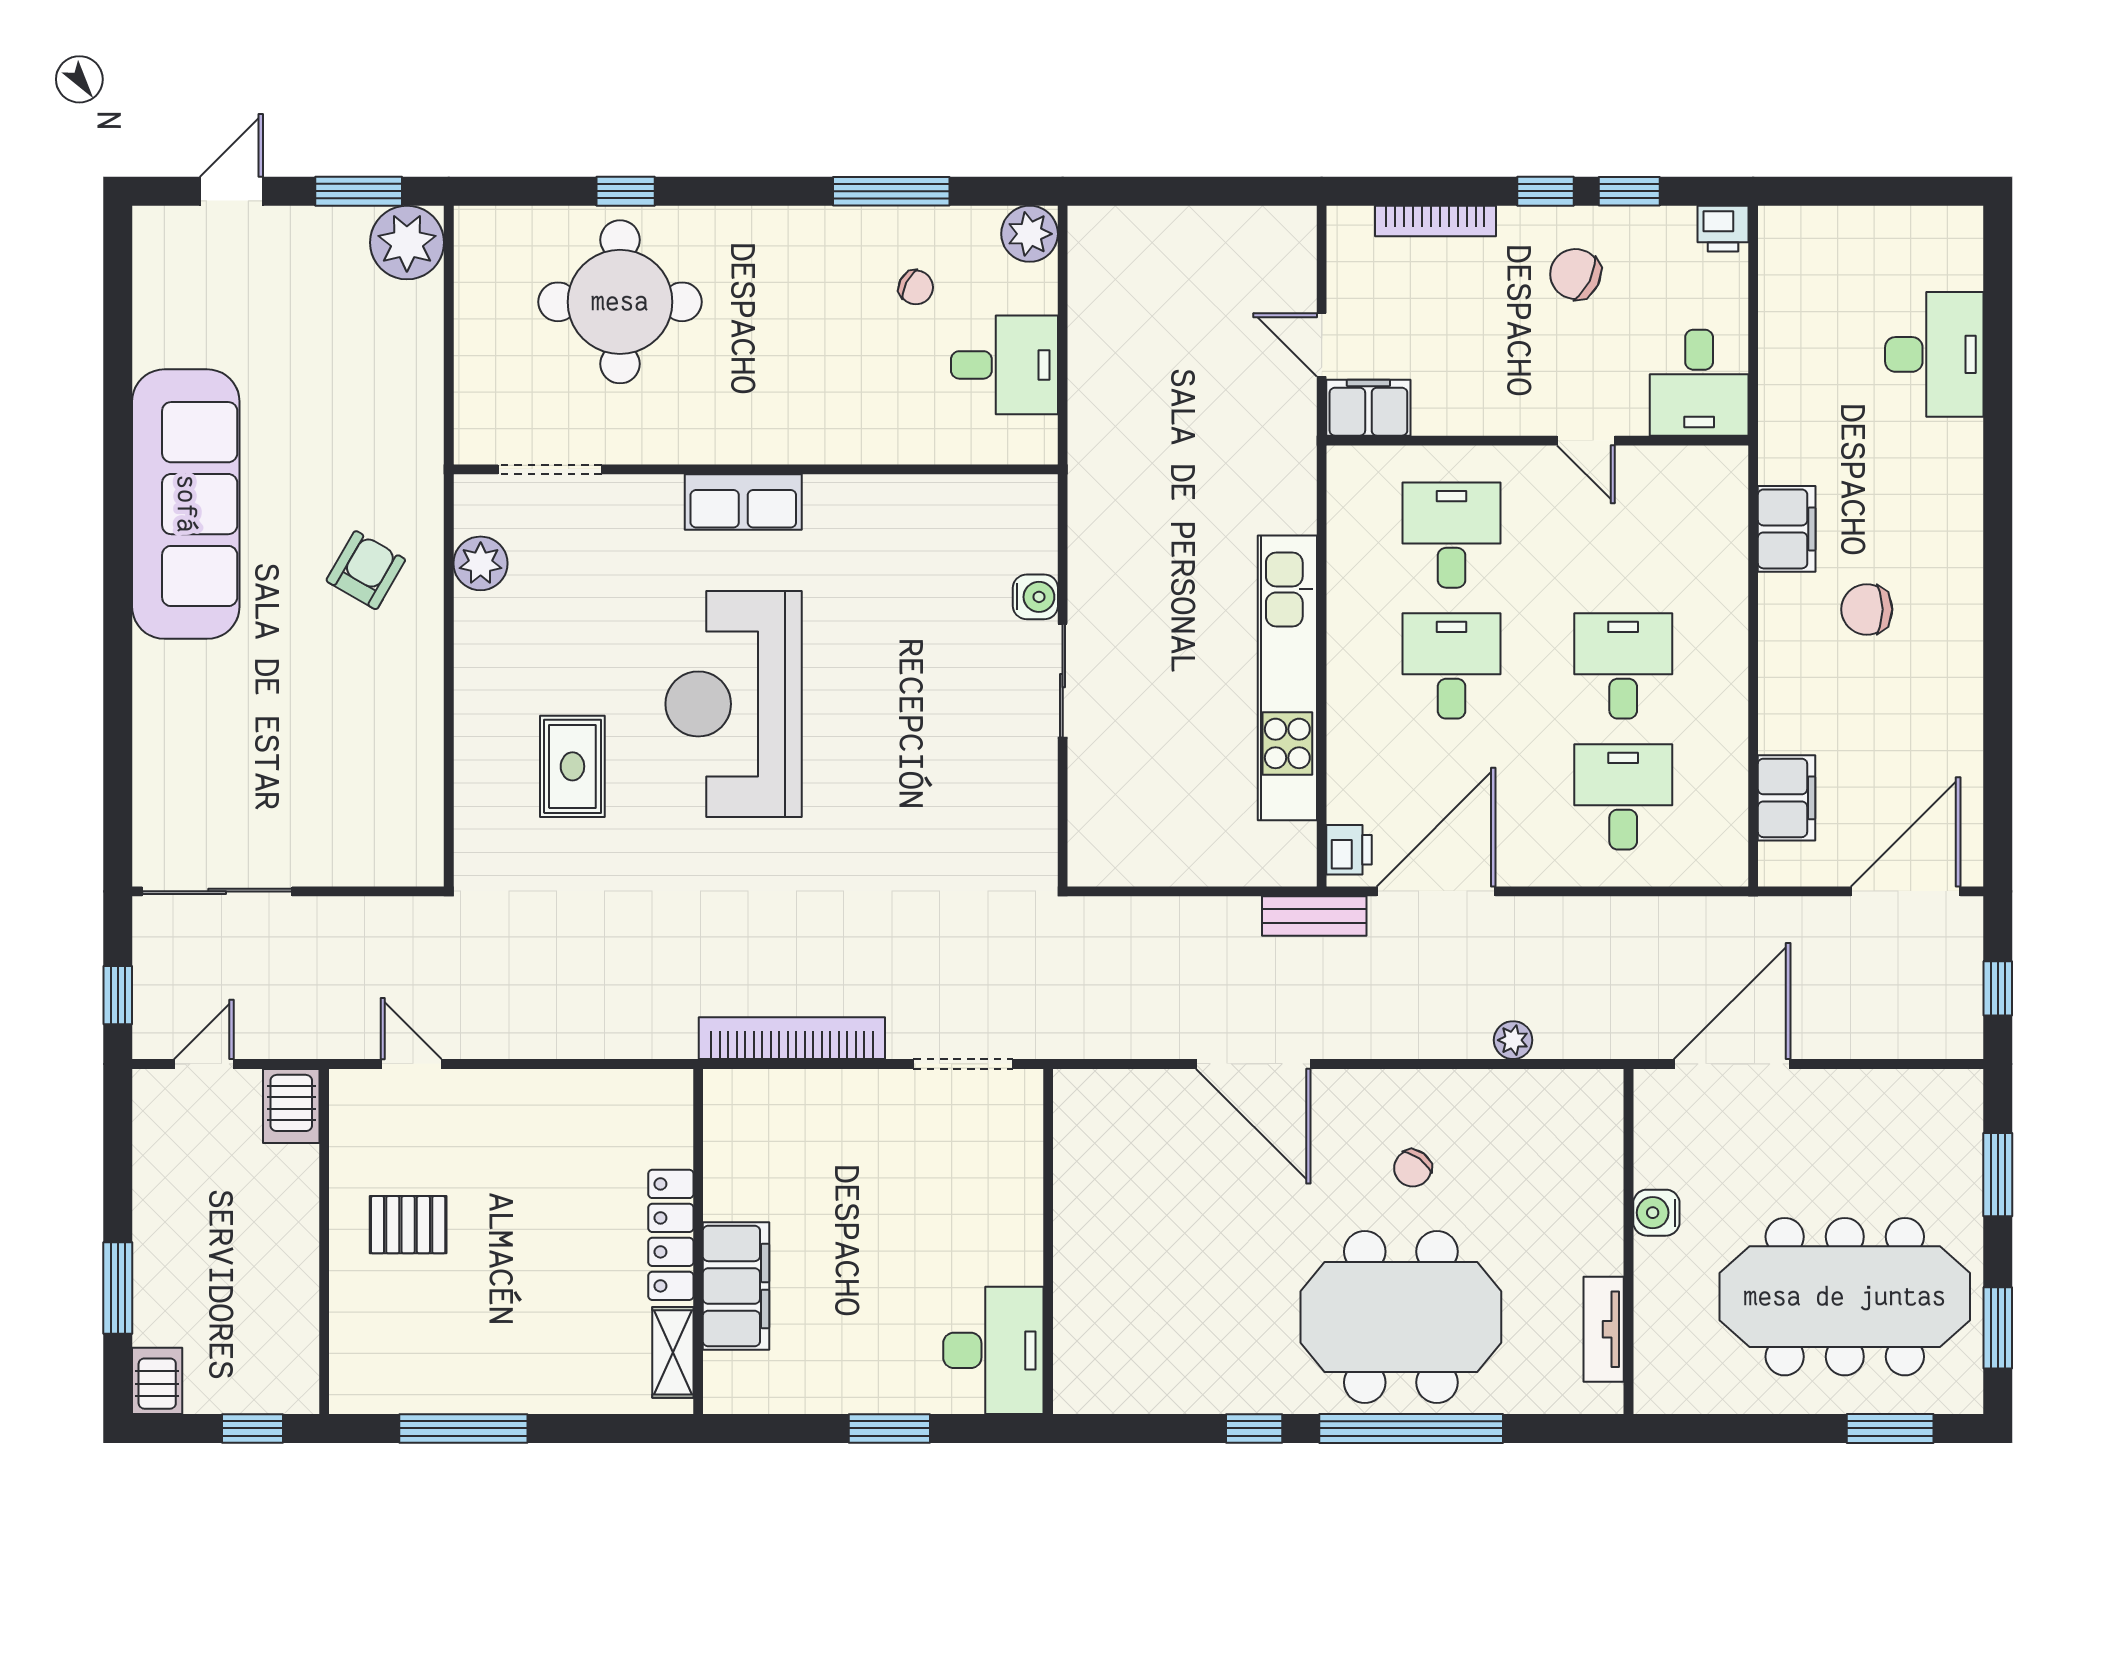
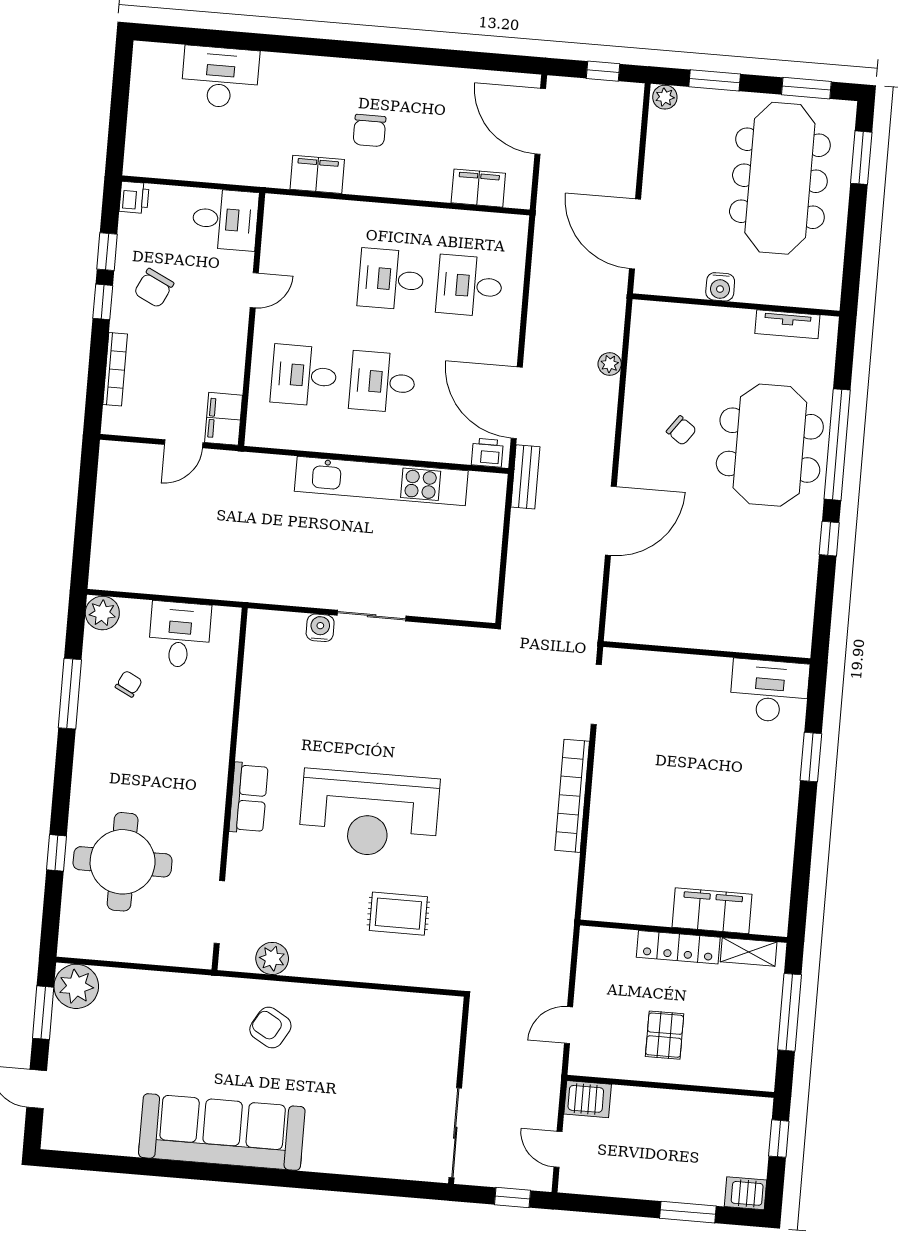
plant: (1963, 1095) -> (665, 97), added
locker: (671, 1235) -> (678, 947), moved
wall: (698, 1241) -> (683, 931), moved
filing cabinet: (736, 1286) -> (712, 911), moved
shelving: (673, 1352) -> (749, 952), moved

